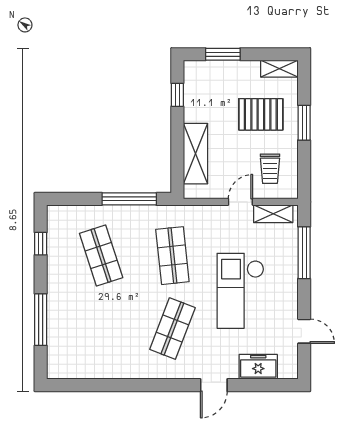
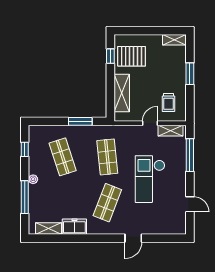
window: (223, 54) -> (139, 31), removed
pallet: (261, 114) -> (132, 56), moved
window: (129, 199) -> (80, 121), width x0.69
plant: (54, 291) -> (33, 179), added
freezer: (258, 367) -> (74, 227), moved
shelving: (79, 370) -> (48, 229), added

